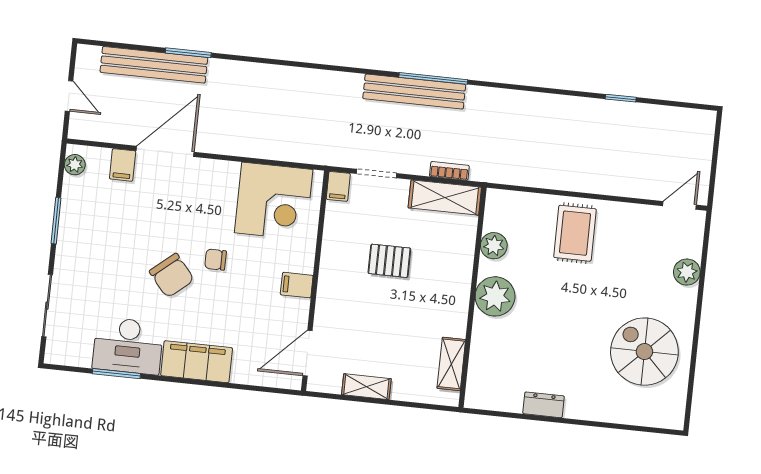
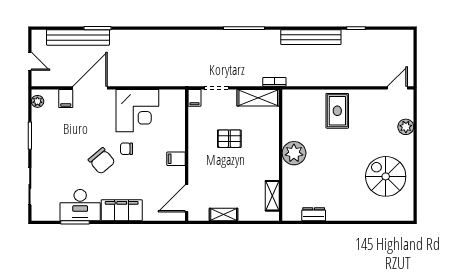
bench: (414, 92) -> (311, 37), moved
bookcase: (449, 171) -> (274, 82), moved
corner desk: (274, 201) -> (137, 111), moved
plant: (494, 246) -> (290, 123), removed
dresser: (543, 405) -> (314, 214), moved

